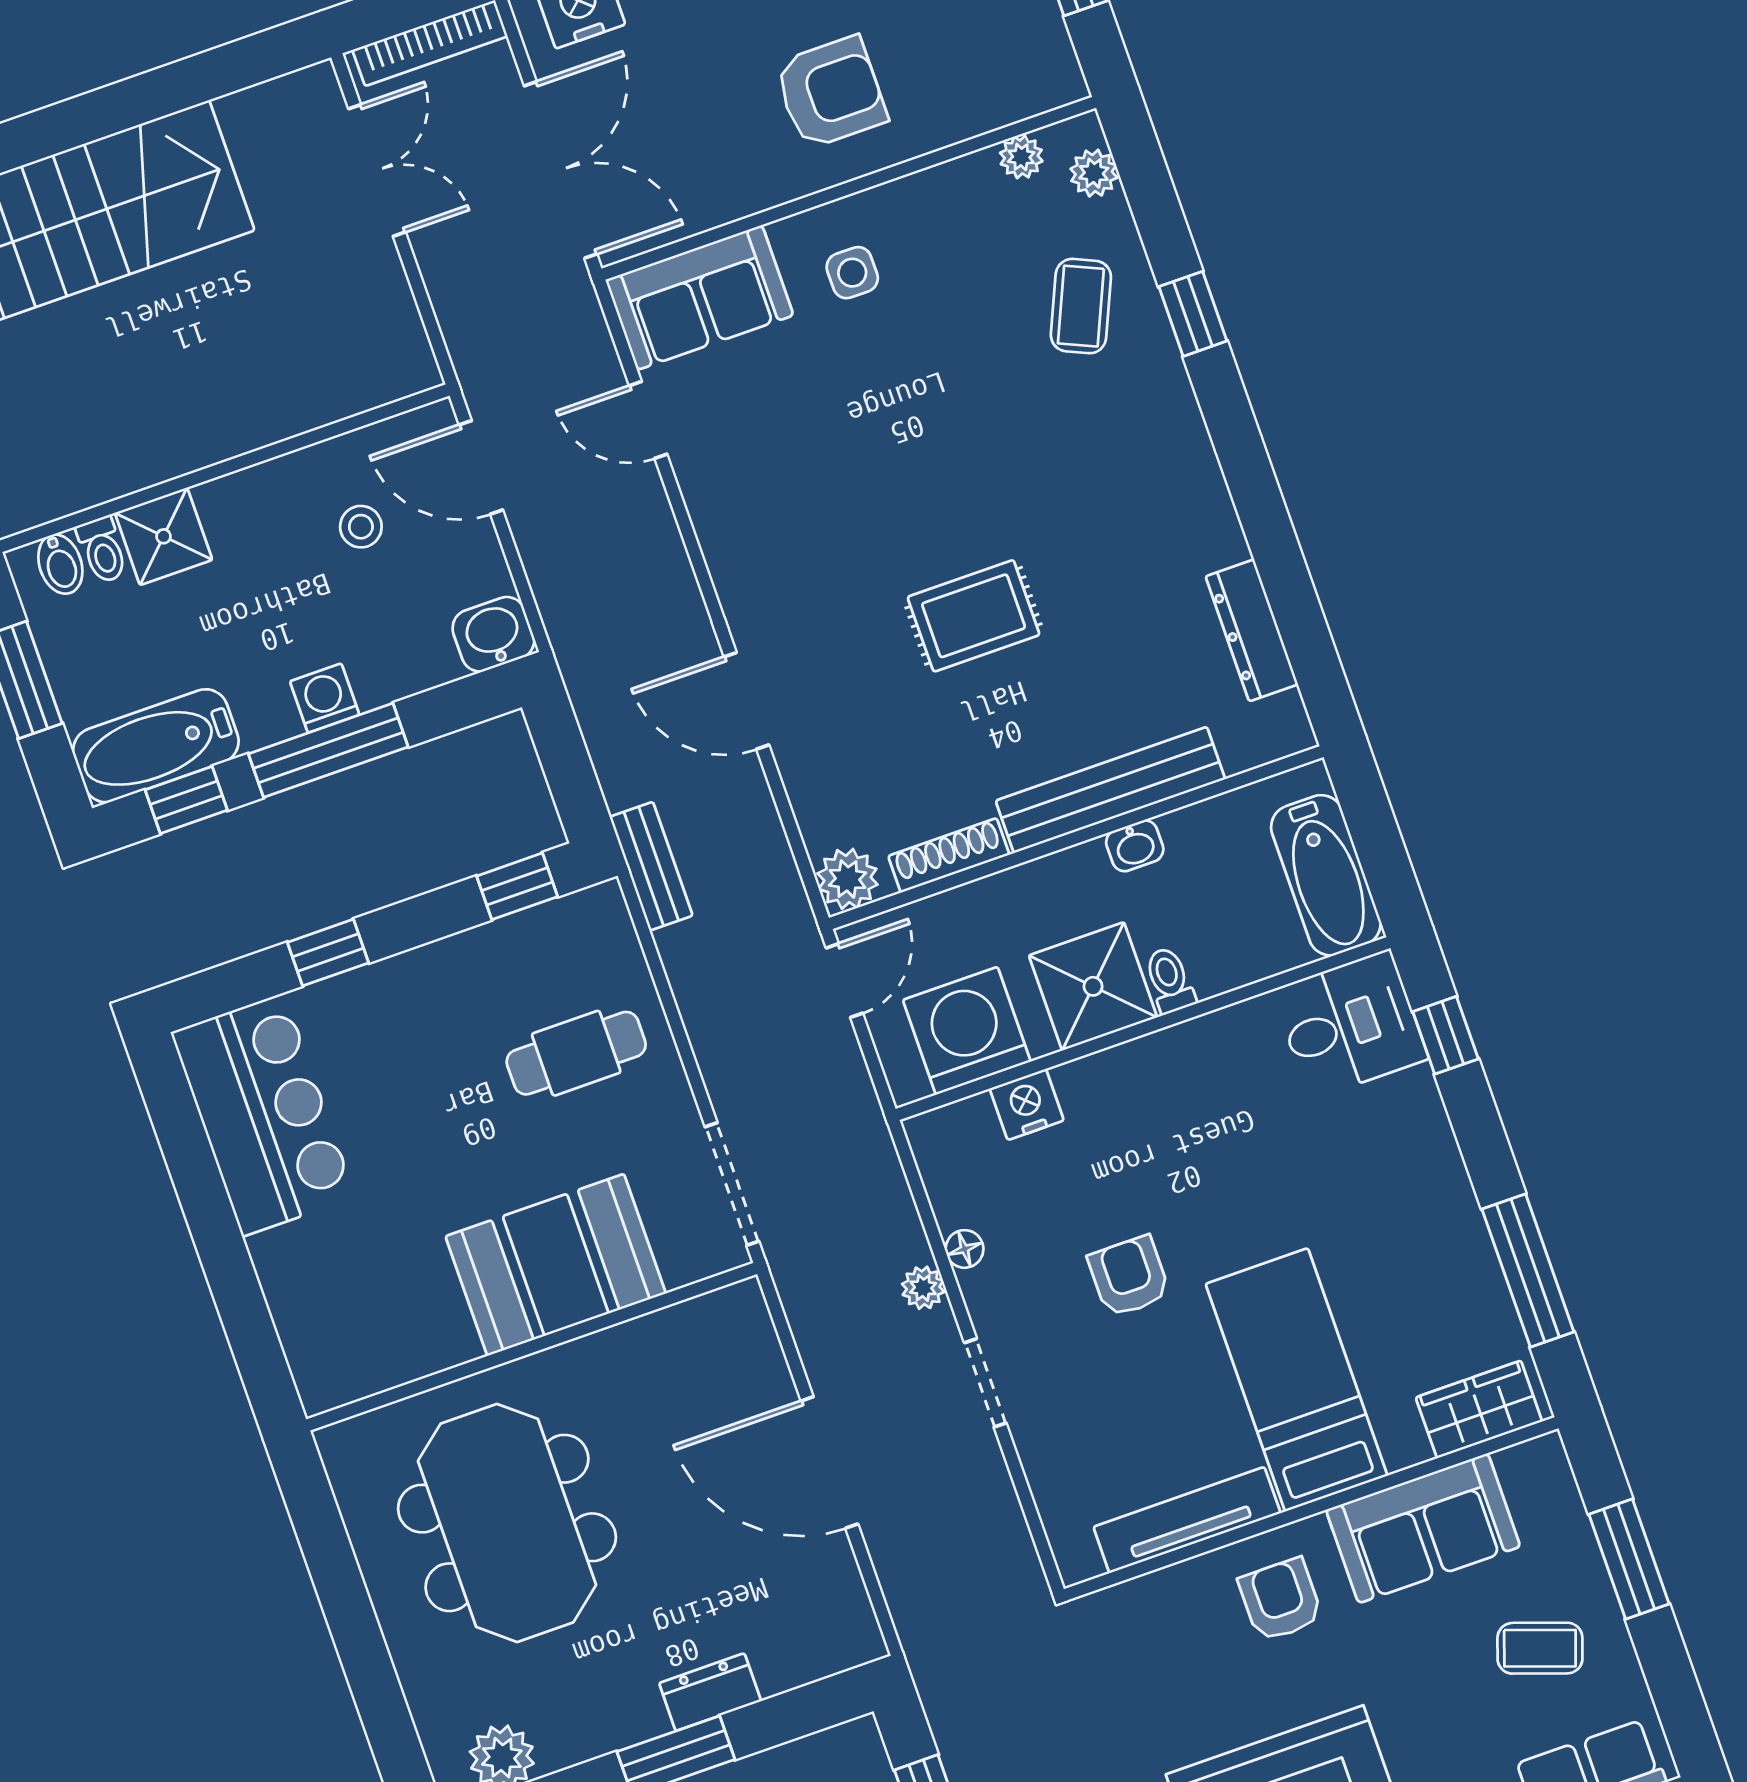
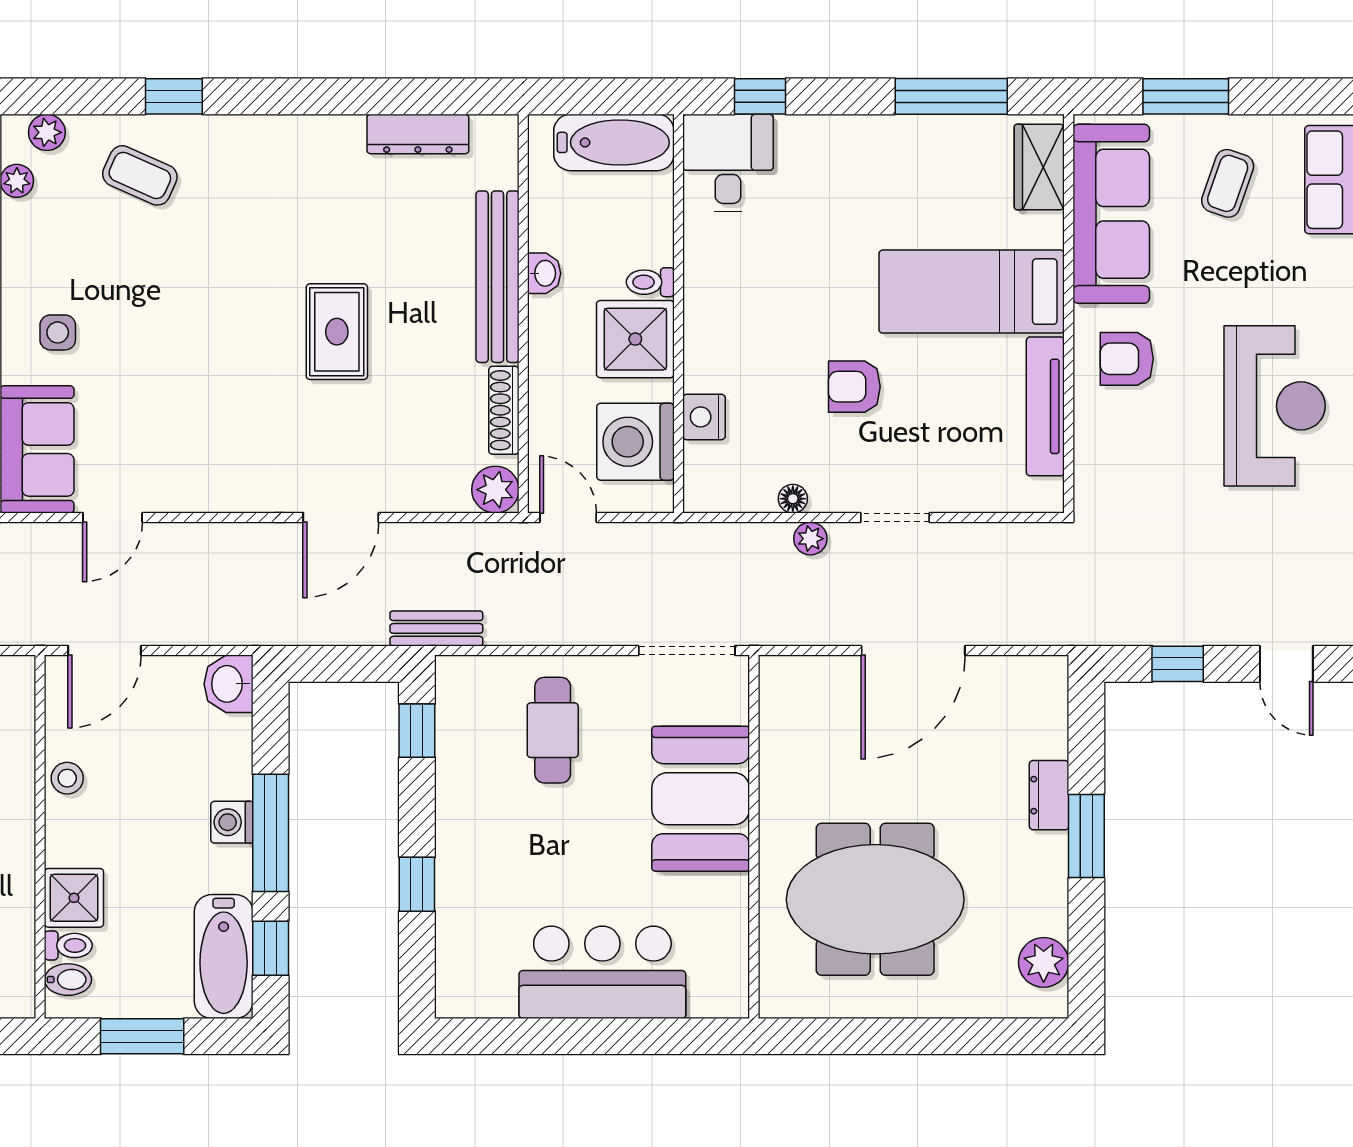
stool: (361, 527) -> (67, 778), moved
bar counter: (263, 1115) -> (602, 972), moved
sofa: (1423, 1528) -> (1111, 214), width x1.36

